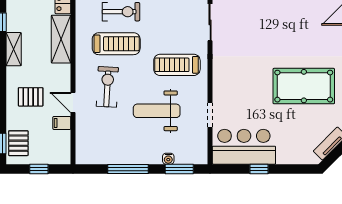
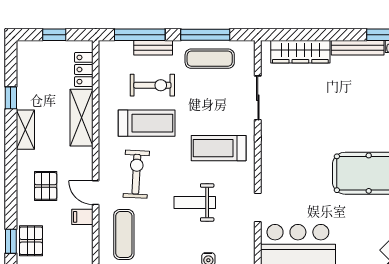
pallet: (31, 97) -> (46, 186), turned 90
weight bench: (157, 111) -> (195, 202), width x0.73, depth x0.75
exercise mat: (97, 138) -> (124, 235), added

